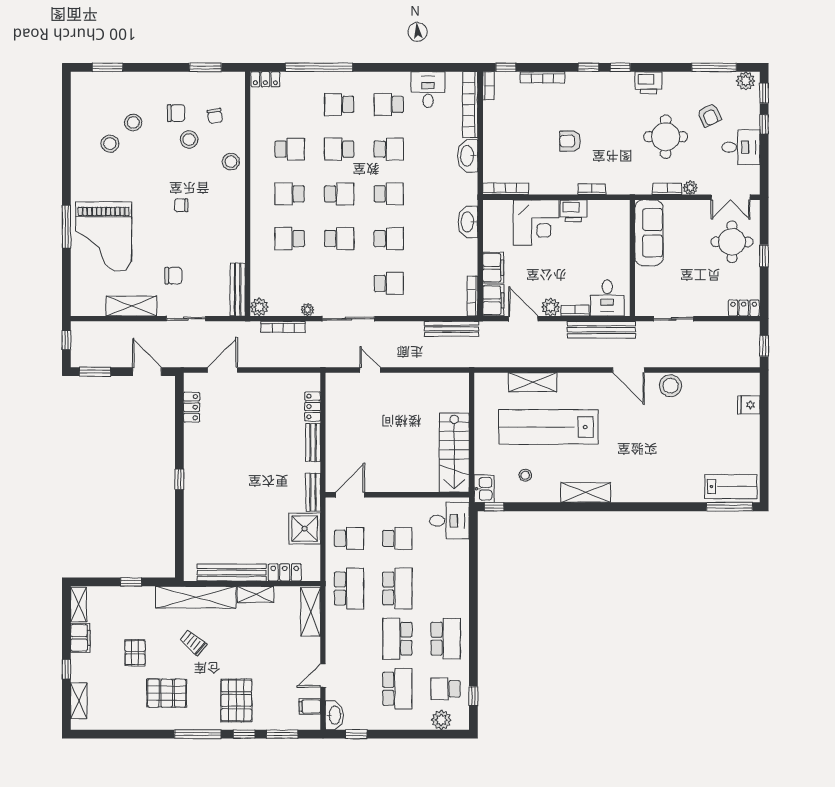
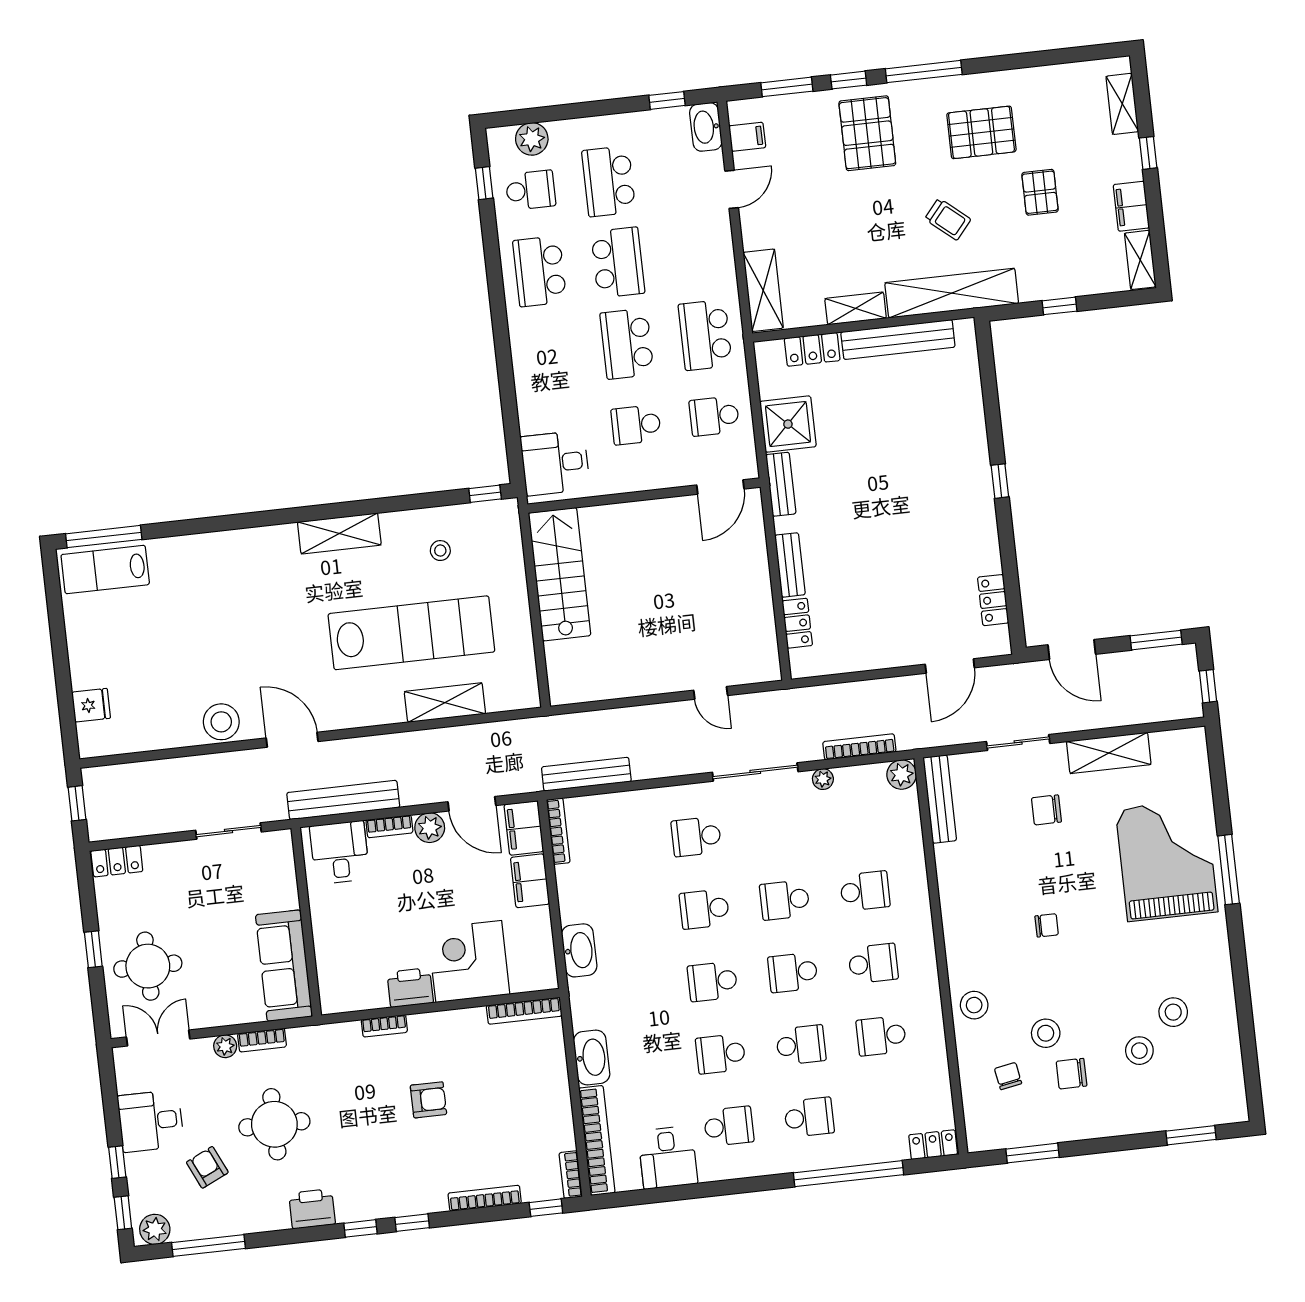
kitchen sink: (484, 489) -> (504, 521), removed

